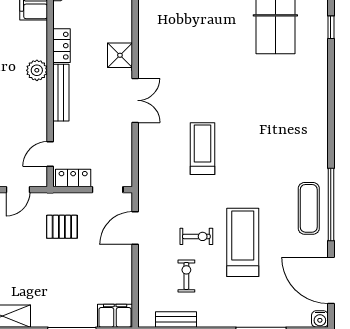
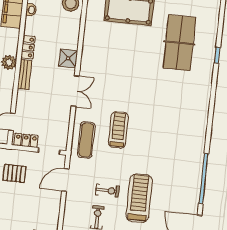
bench: (61, 93) -> (25, 75), width x0.73
exercise mat: (309, 208) -> (86, 140), moved

